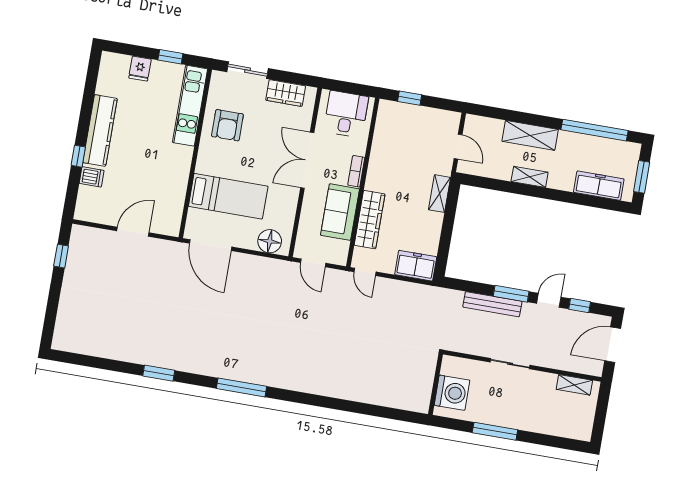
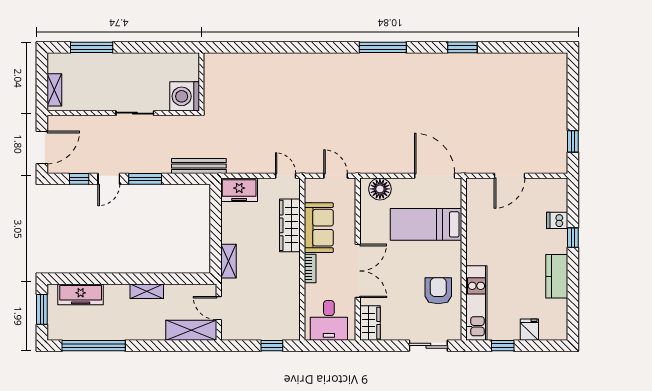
wardrobe: (286, 93) -> (370, 323), moved, turned 90
kitchen counter: (100, 130) -> (557, 276), width x0.67
shelving: (530, 135) -> (191, 330), moved
bench: (492, 304) -> (199, 166), moved
shelving: (574, 385) -> (54, 90), moved, turned 90
washing machine: (452, 393) -> (185, 96), moved
window: (495, 431) -> (92, 47), moved

